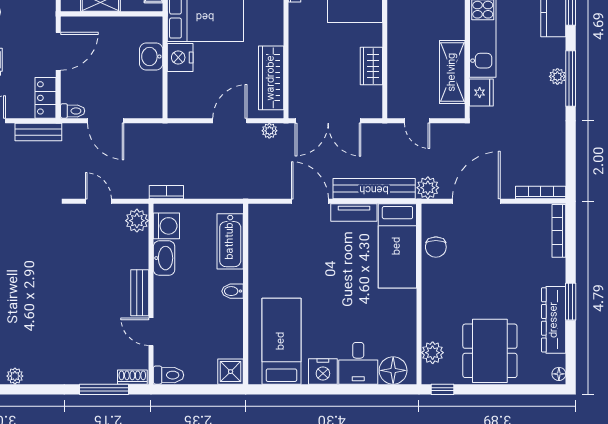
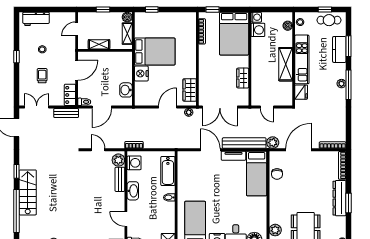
washbasin: (151, 57) -> (126, 90), moved
shelving: (452, 72) -> (286, 64), moved
wardrobe: (271, 78) -> (190, 90), width x0.67
door: (106, 121) -> (102, 107), hinge flipped
washbasin: (164, 258) -> (133, 191), moved
bench: (140, 293) -> (120, 179), moved
dresser: (554, 320) -> (339, 198), moved

